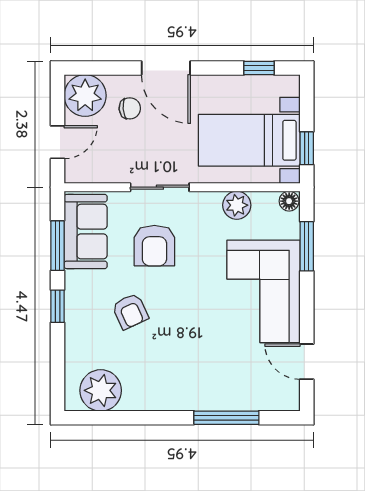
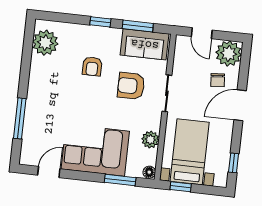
armchair: (130, 311) -> (92, 66), turned -65

